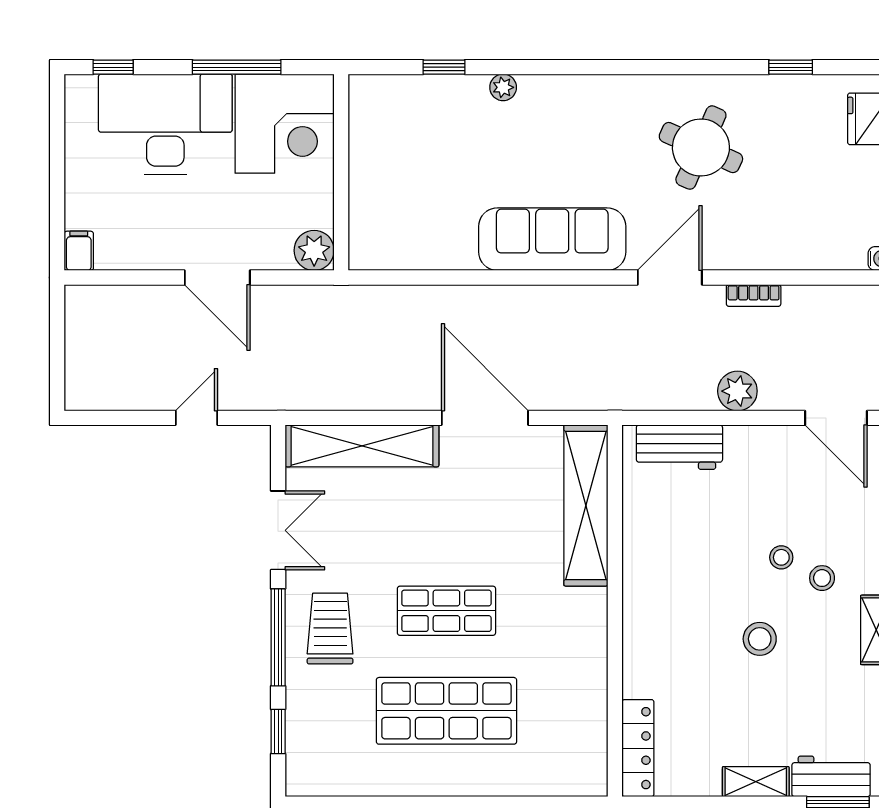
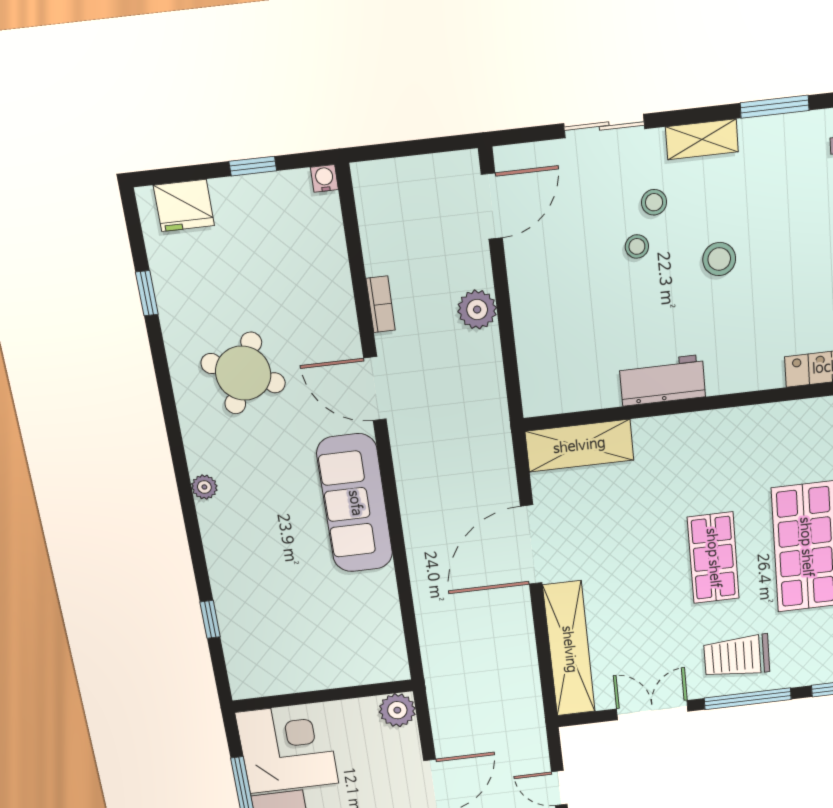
plant: (503, 87) -> (204, 487), moved
workbench: (679, 447) -> (662, 380), moved, turned -90
shelving: (586, 505) -> (579, 446), width x0.68

